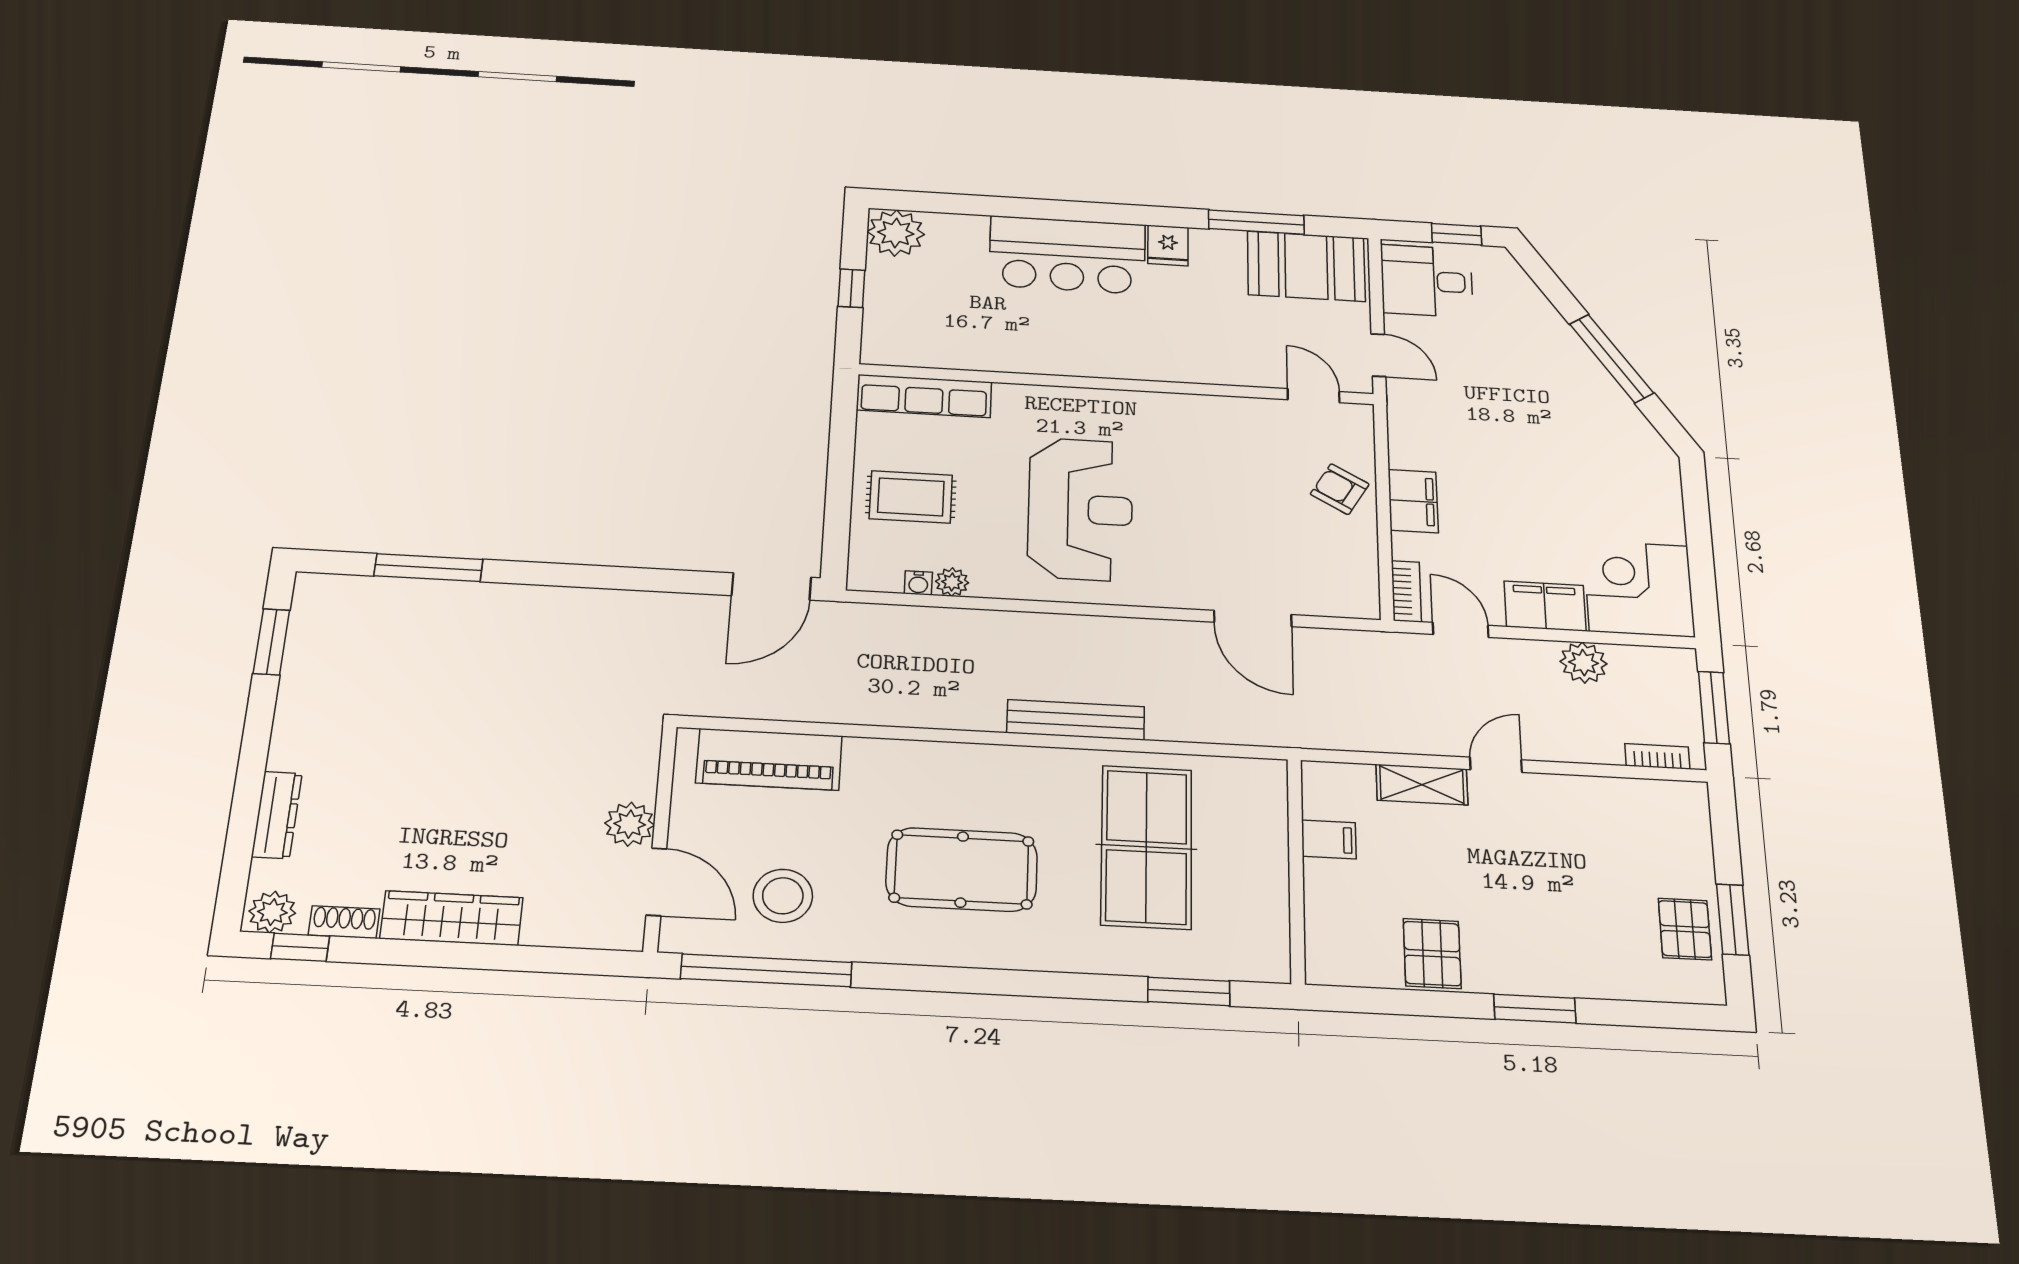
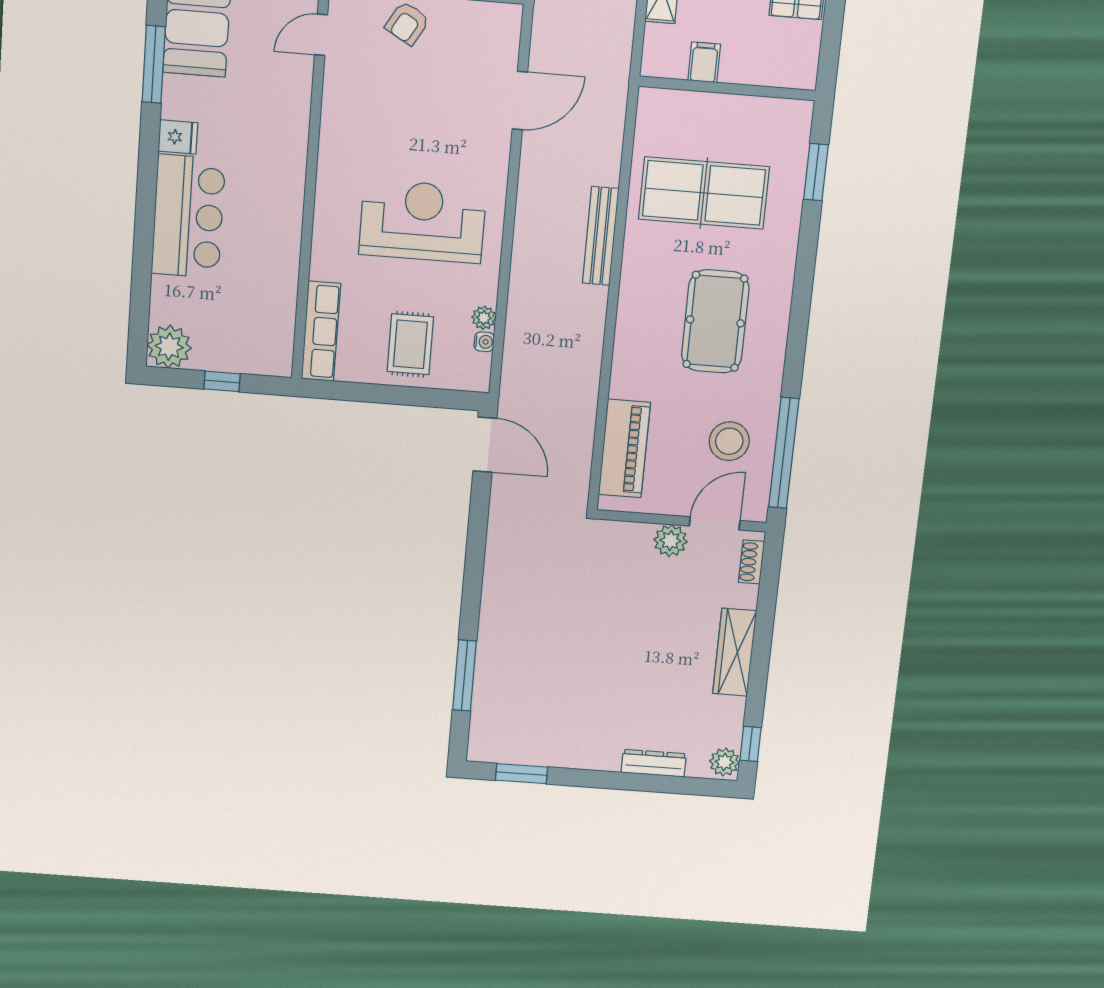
shoe rack: (344, 922) -> (751, 562), moved

